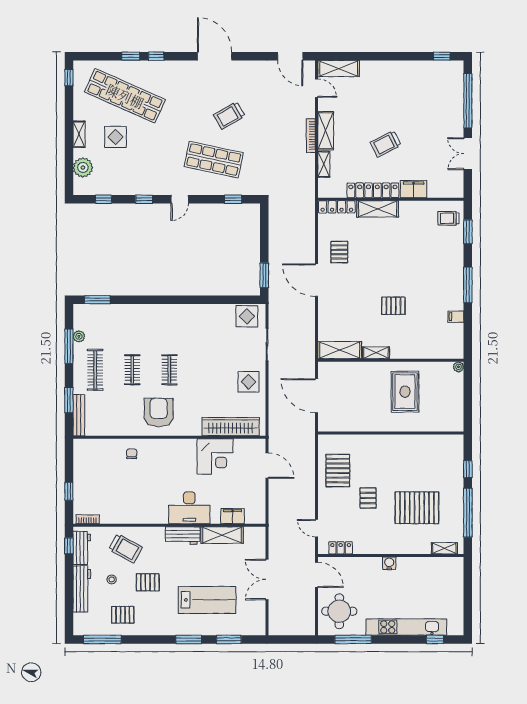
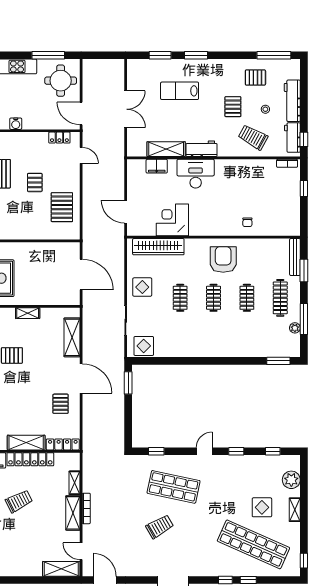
shelving: (340, 350) -> (72, 337), moved, turned 90
clothes rail: (206, 370) -> (180, 298), added
armchair: (159, 412) -> (223, 259), turned 180
pallet: (148, 582) -> (233, 107), turned 90
lab bench: (207, 600) -> (180, 91), width x0.73, depth x0.72

